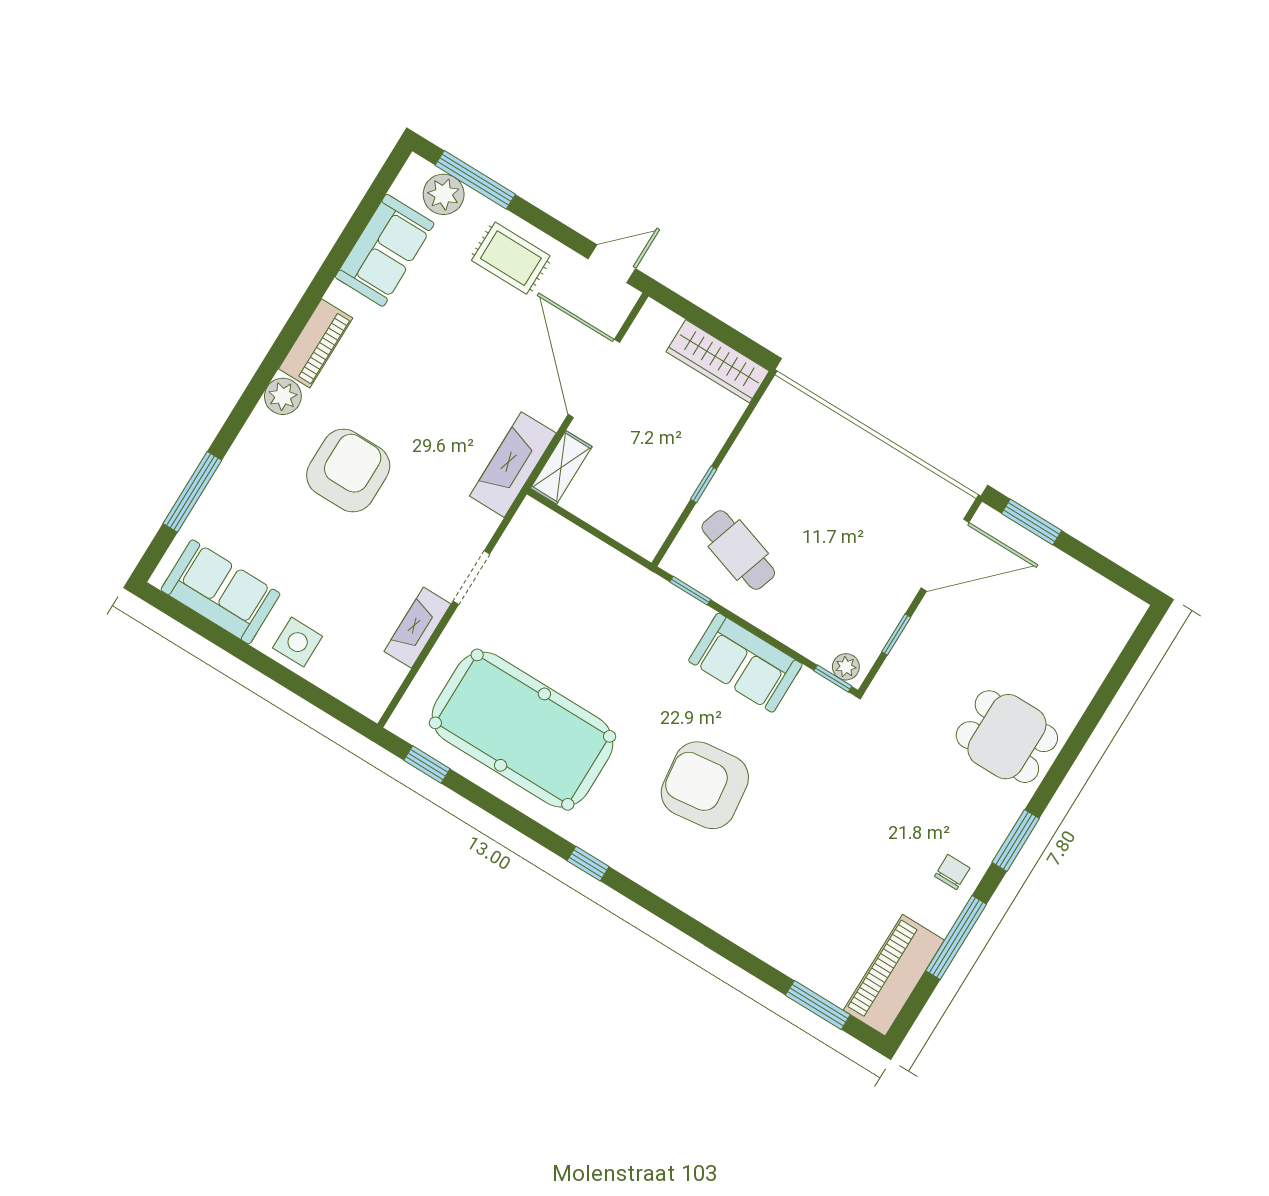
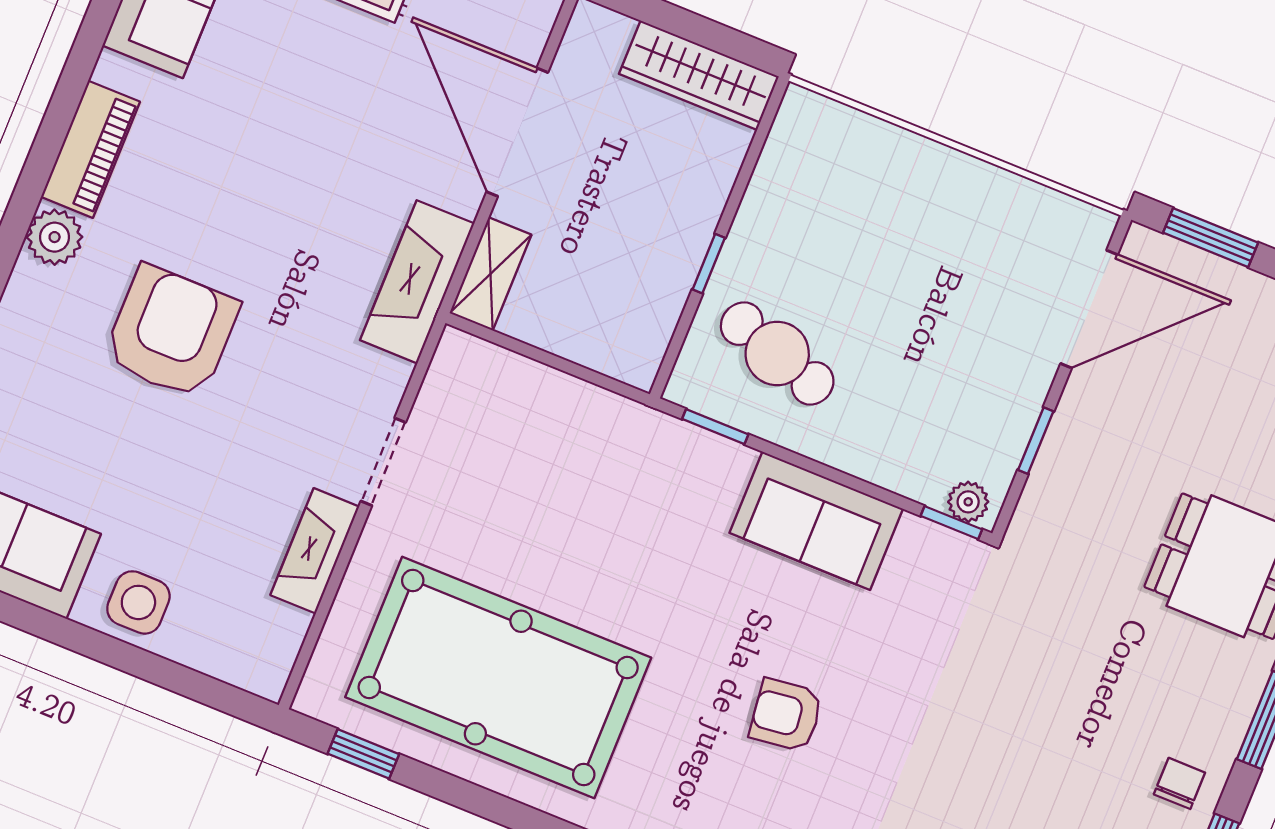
armchair: (705, 785) -> (786, 715), width x0.53, depth x0.53

